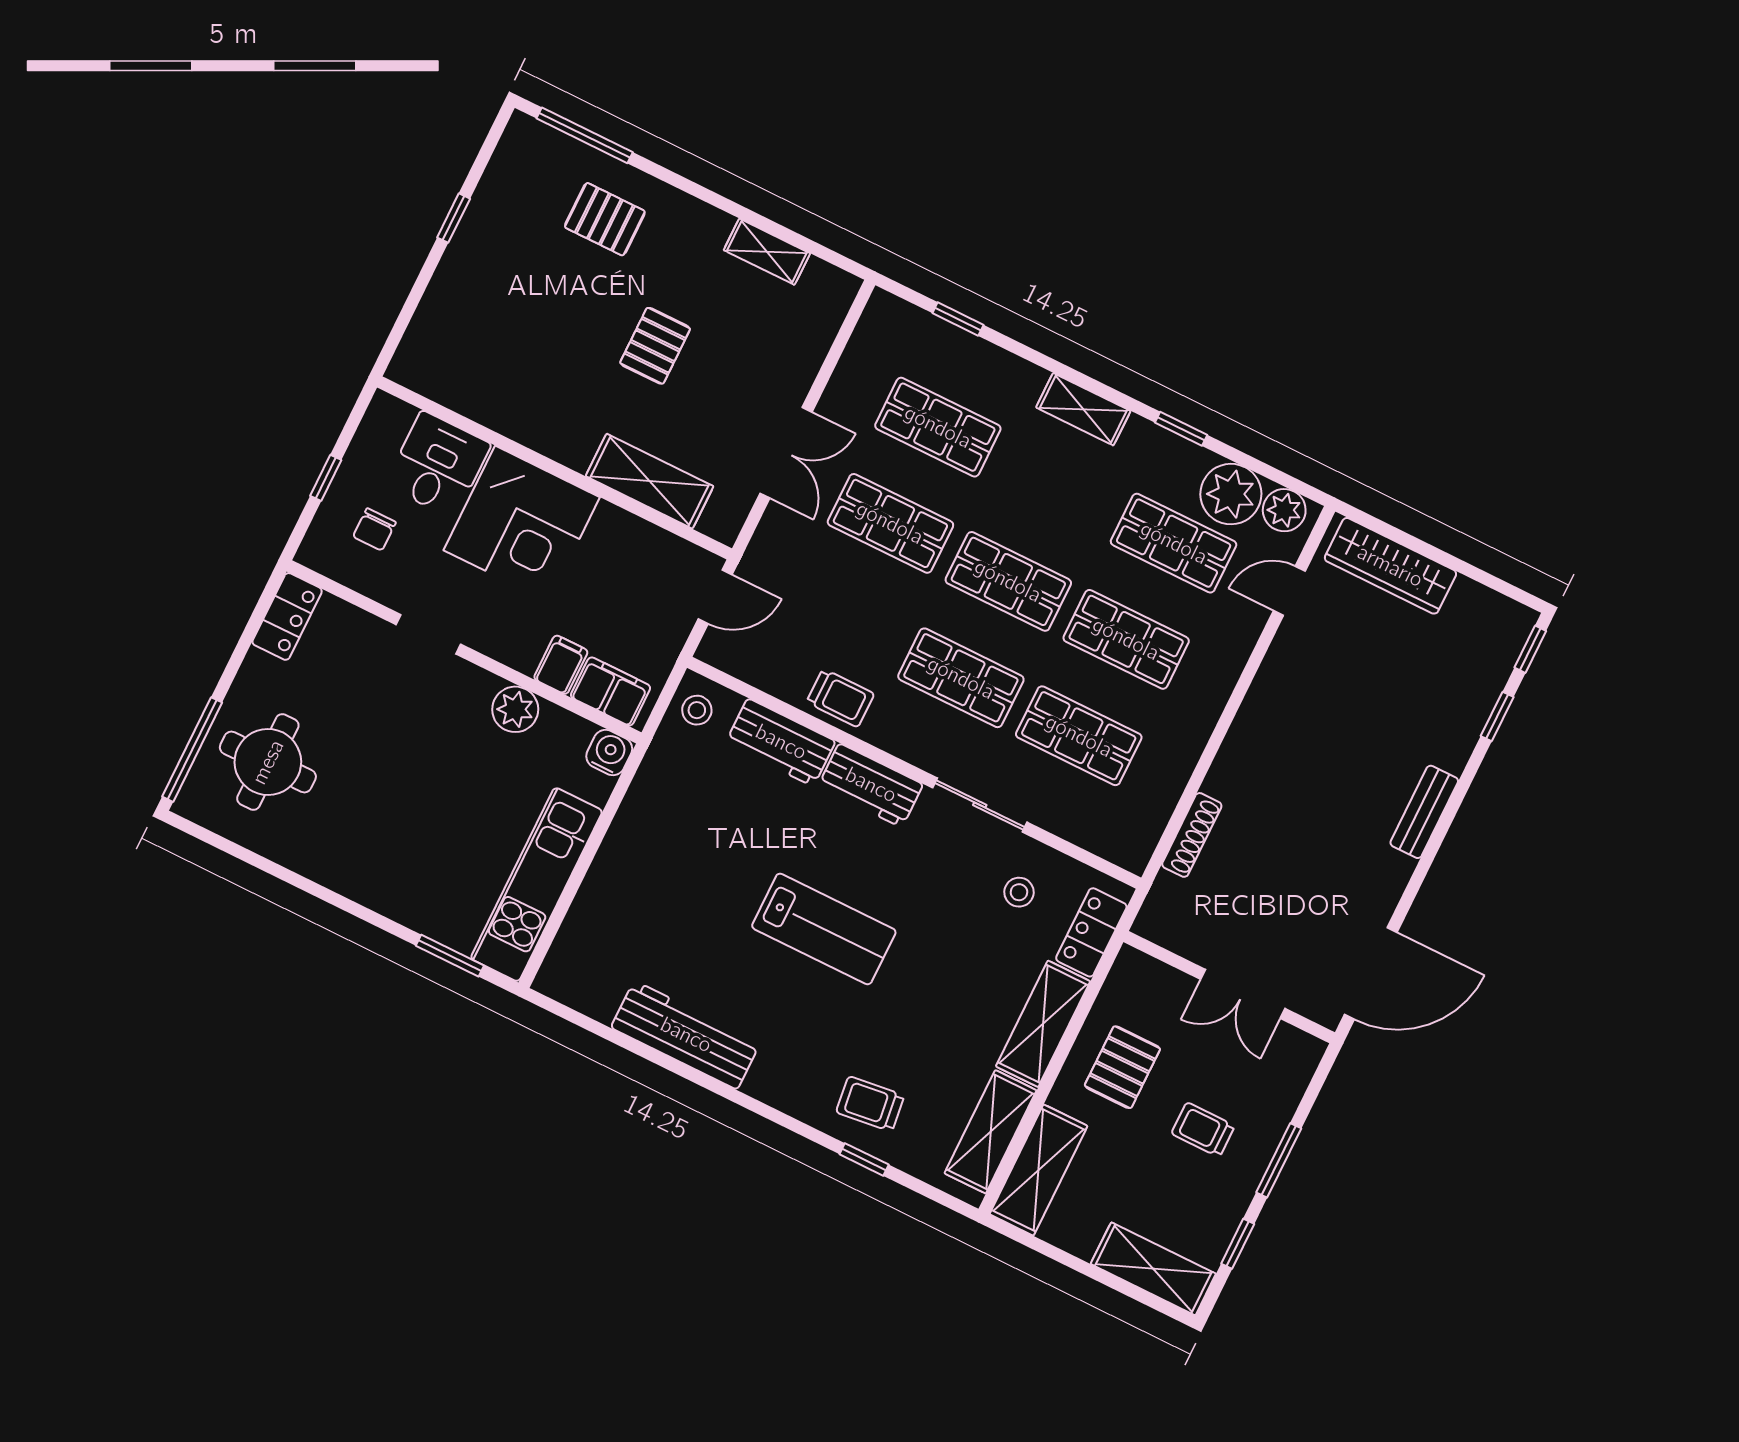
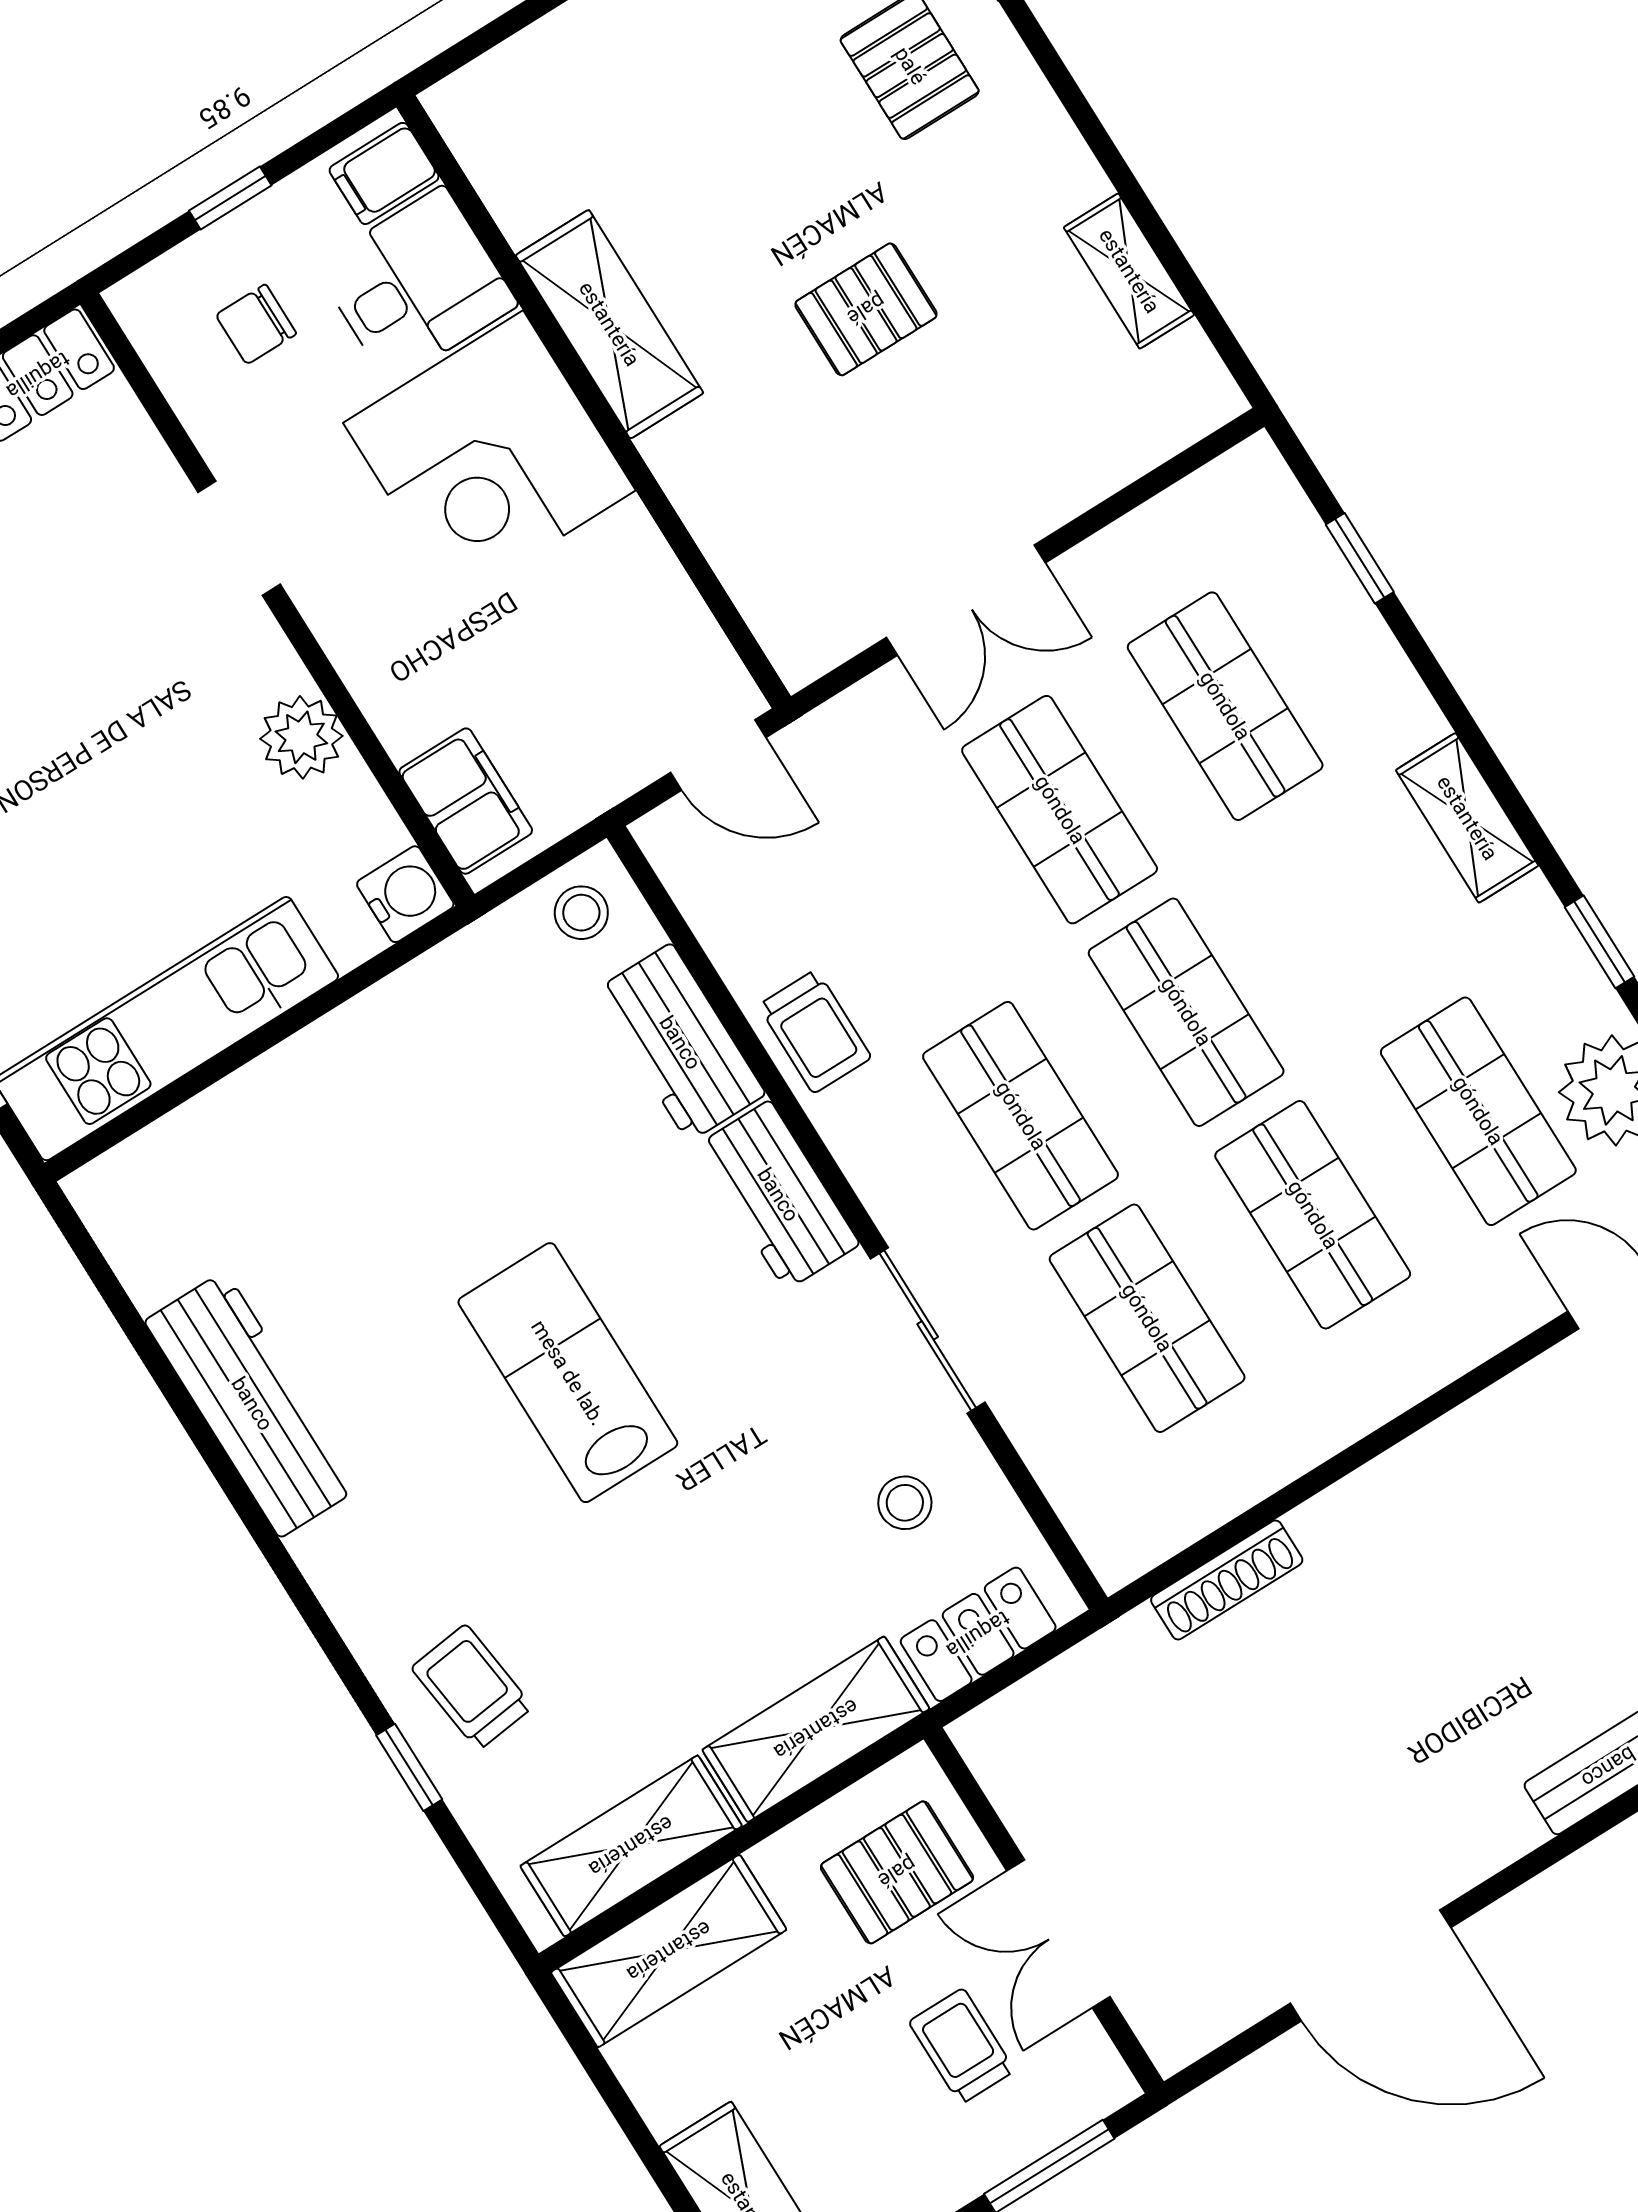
shelving: (650, 481) -> (609, 324), moved
filing cabinet: (561, 665) -> (384, 173), moved, turned 180
lab bench: (824, 929) -> (568, 1373), turned 180
wall: (1229, 987) -> (1044, 1910), moved
double door: (1243, 994) -> (1058, 1934), moved

